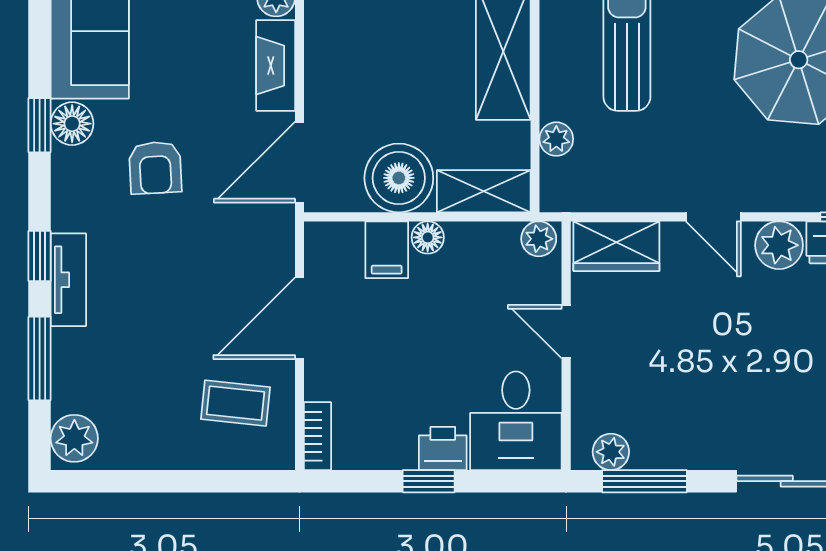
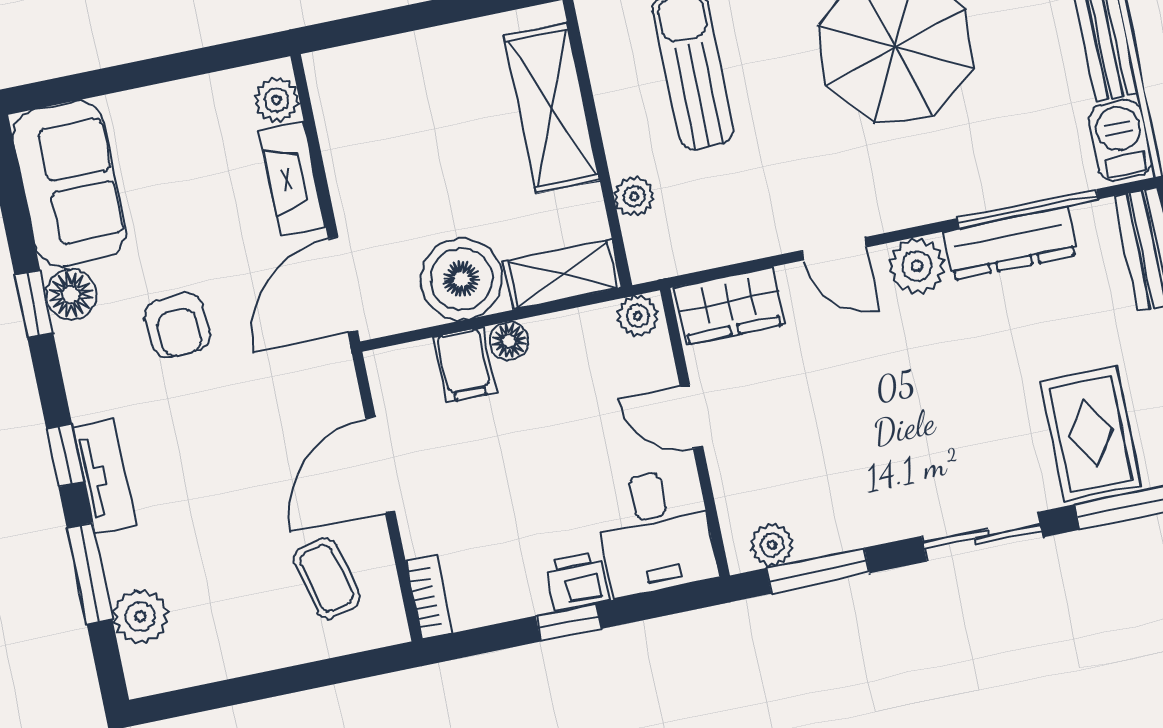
coffee table: (235, 403) -> (327, 578), turned 70
plant: (74, 438) -> (140, 617), moved

